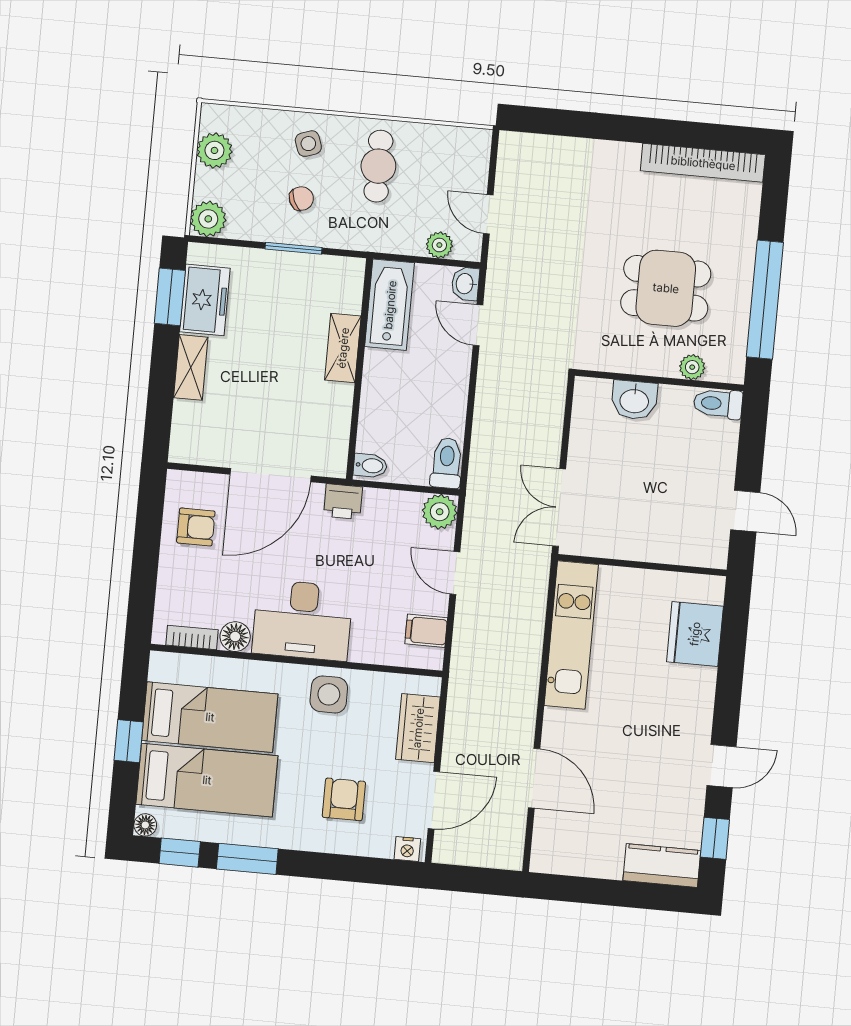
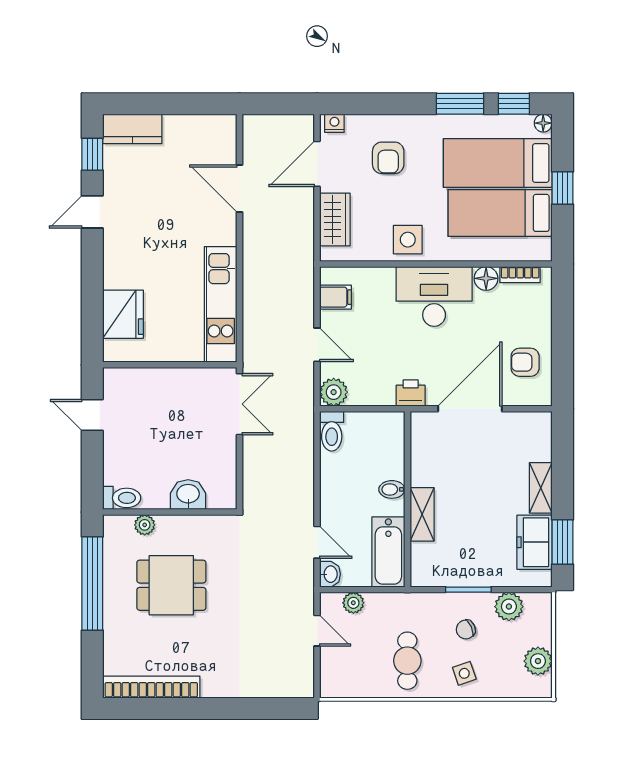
plant: (208, 219) -> (509, 607), moved
bidet: (370, 466) -> (392, 489), moved

